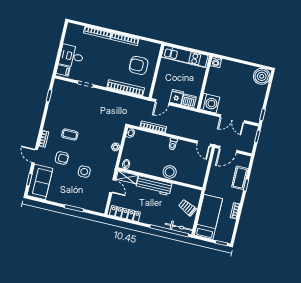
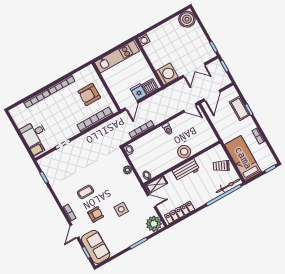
door: (35, 156) -> (74, 231), hinge flipped
workbench: (154, 186) -> (186, 170), width x0.73
plant: (98, 204) -> (154, 224), added

